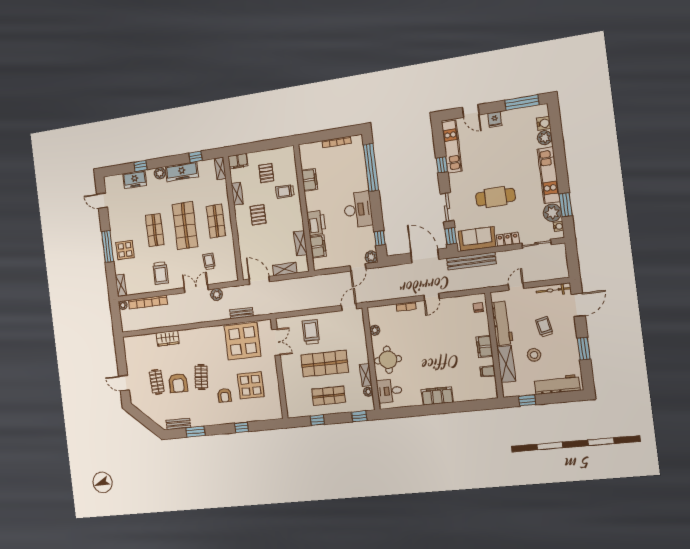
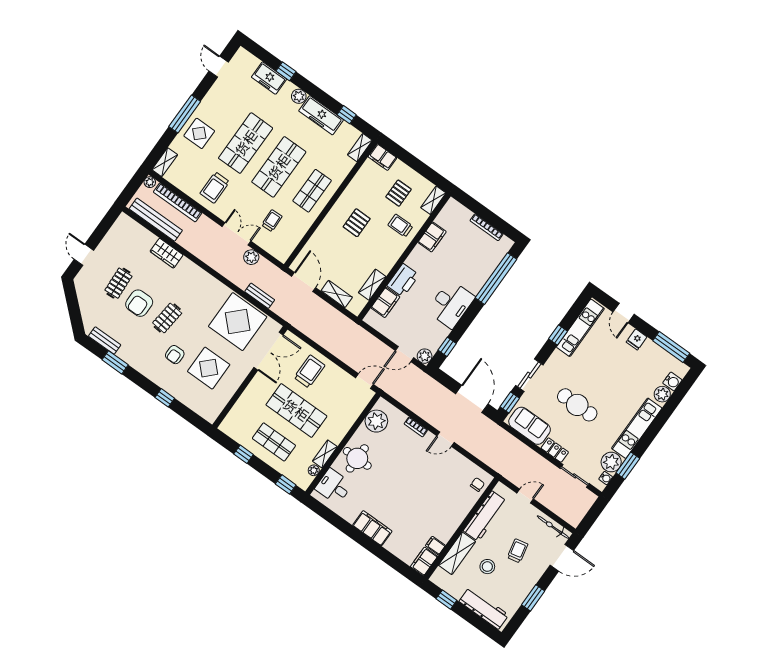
shelving: (237, 194) -> (433, 200), moved
shop shelf: (155, 230) -> (246, 143), width x1.43, depth x1.36
bench: (471, 261) -> (156, 220), moved
plant: (375, 330) -> (376, 421), width x1.88, depth x1.88
double door: (276, 342) -> (269, 351), width x1.37
filing cabinet: (485, 347) -> (424, 561), moved

